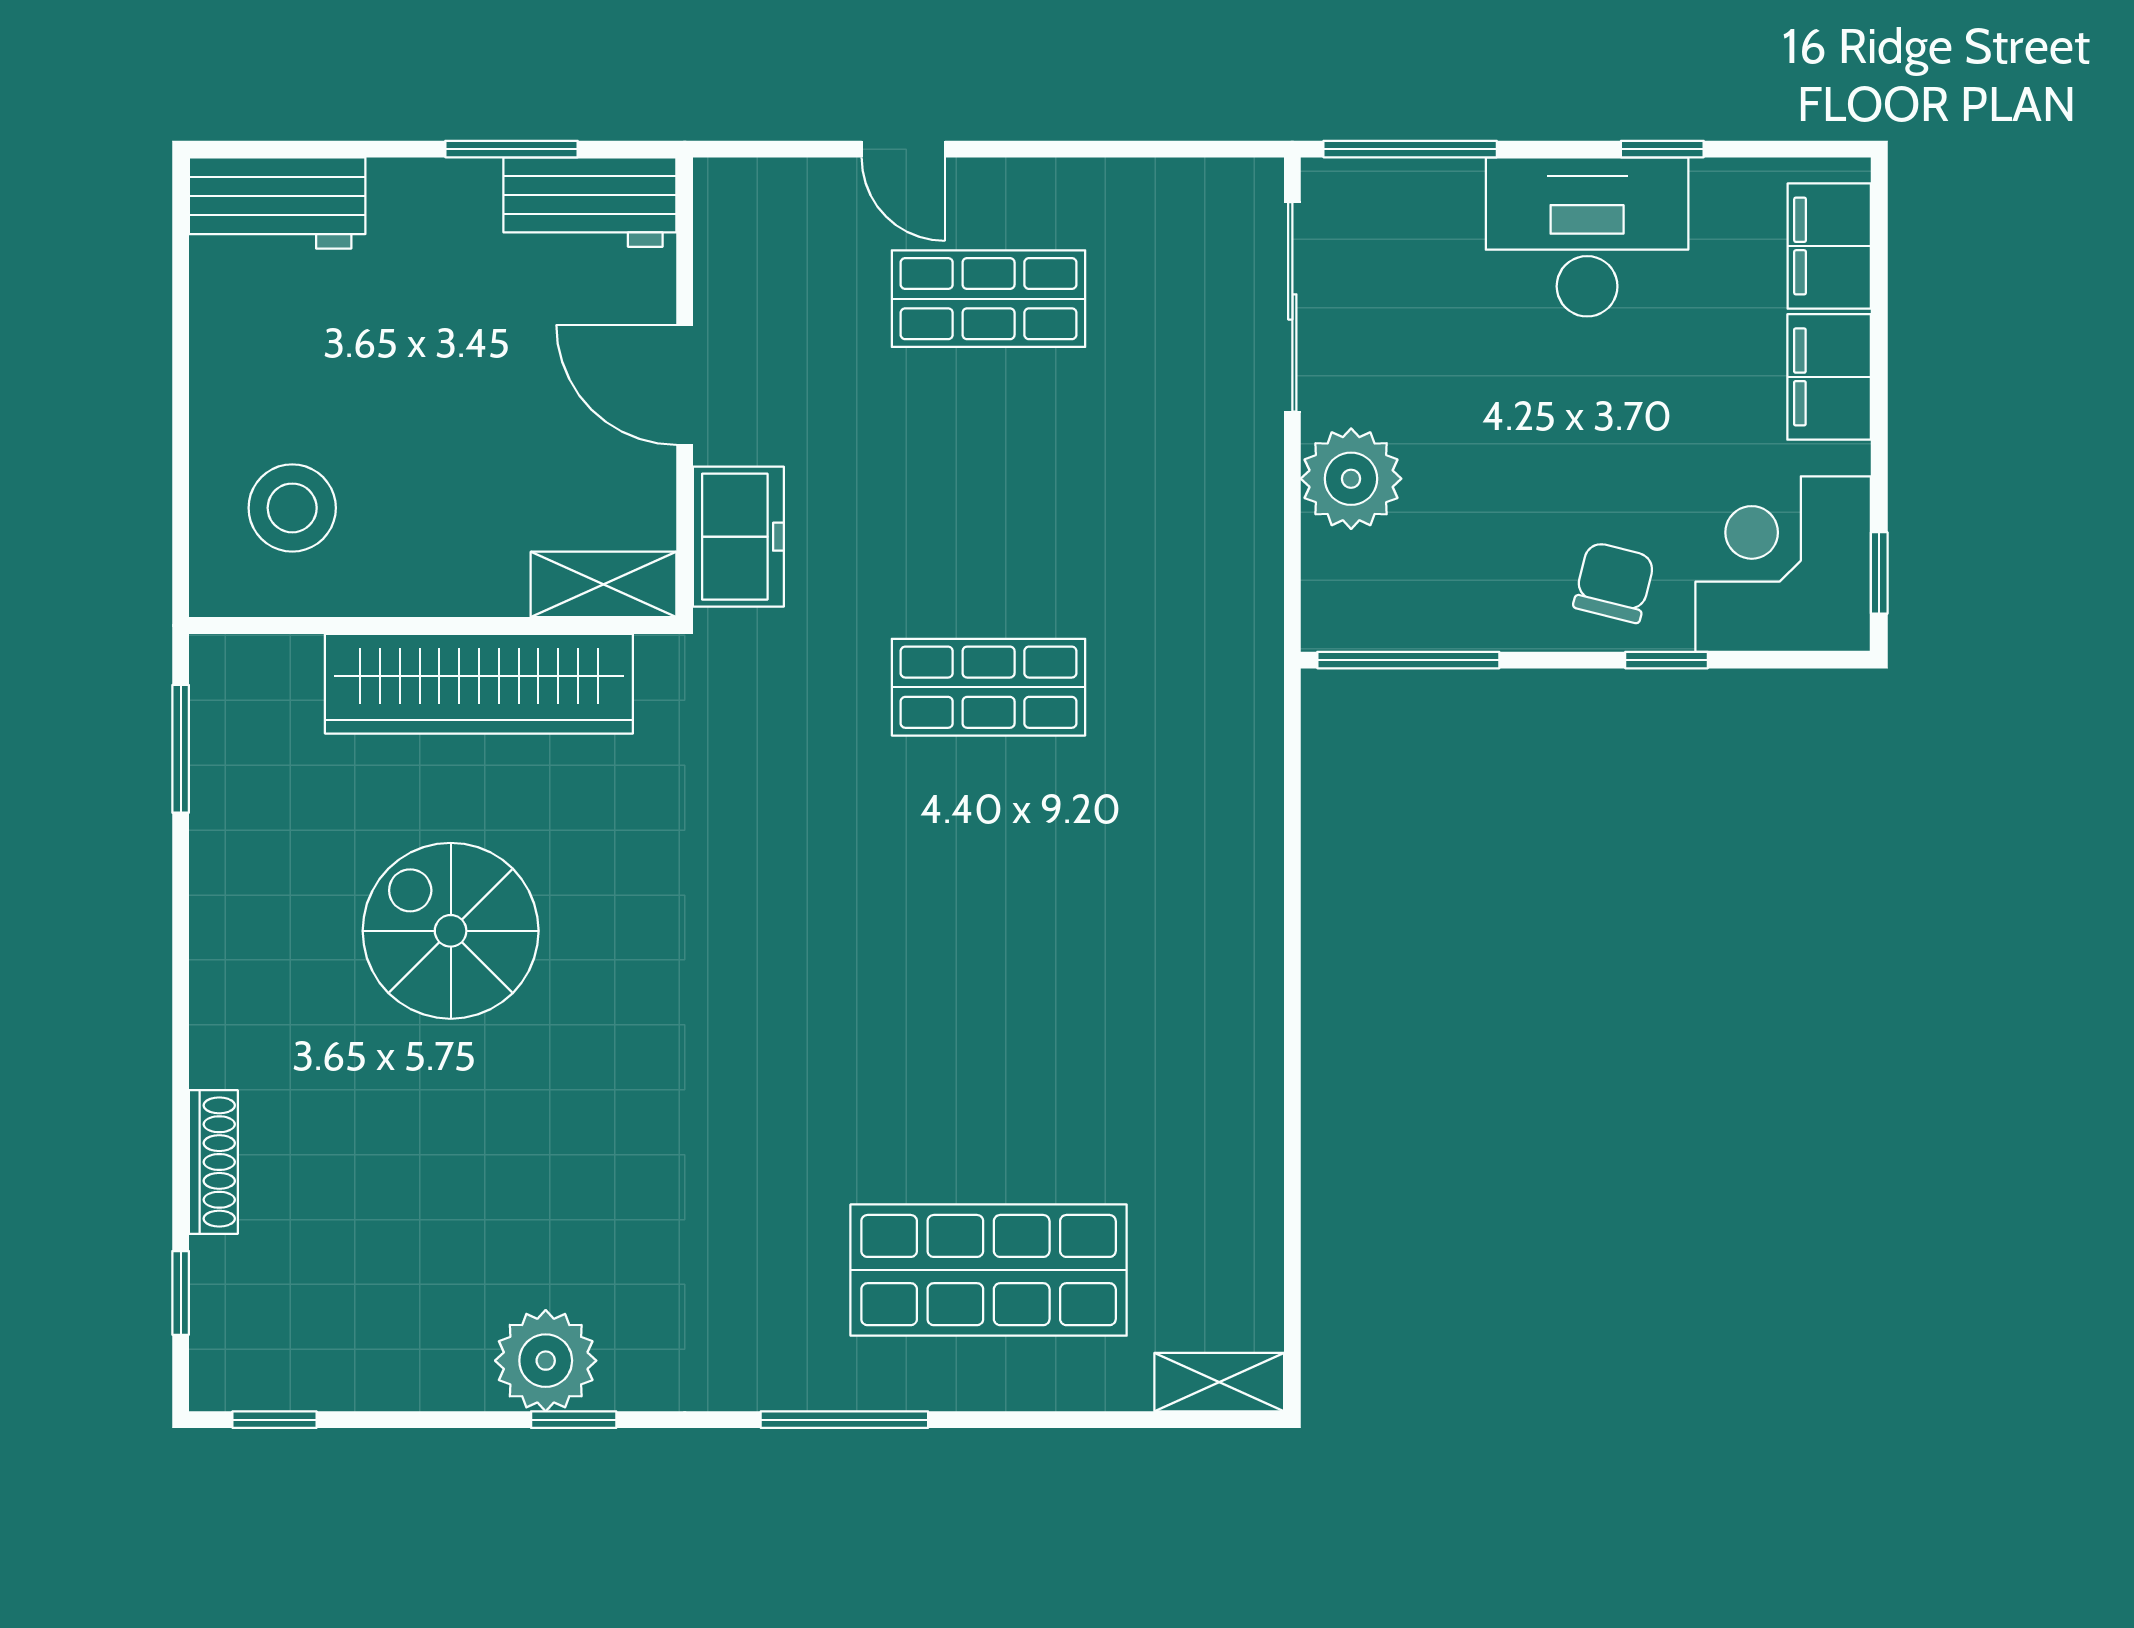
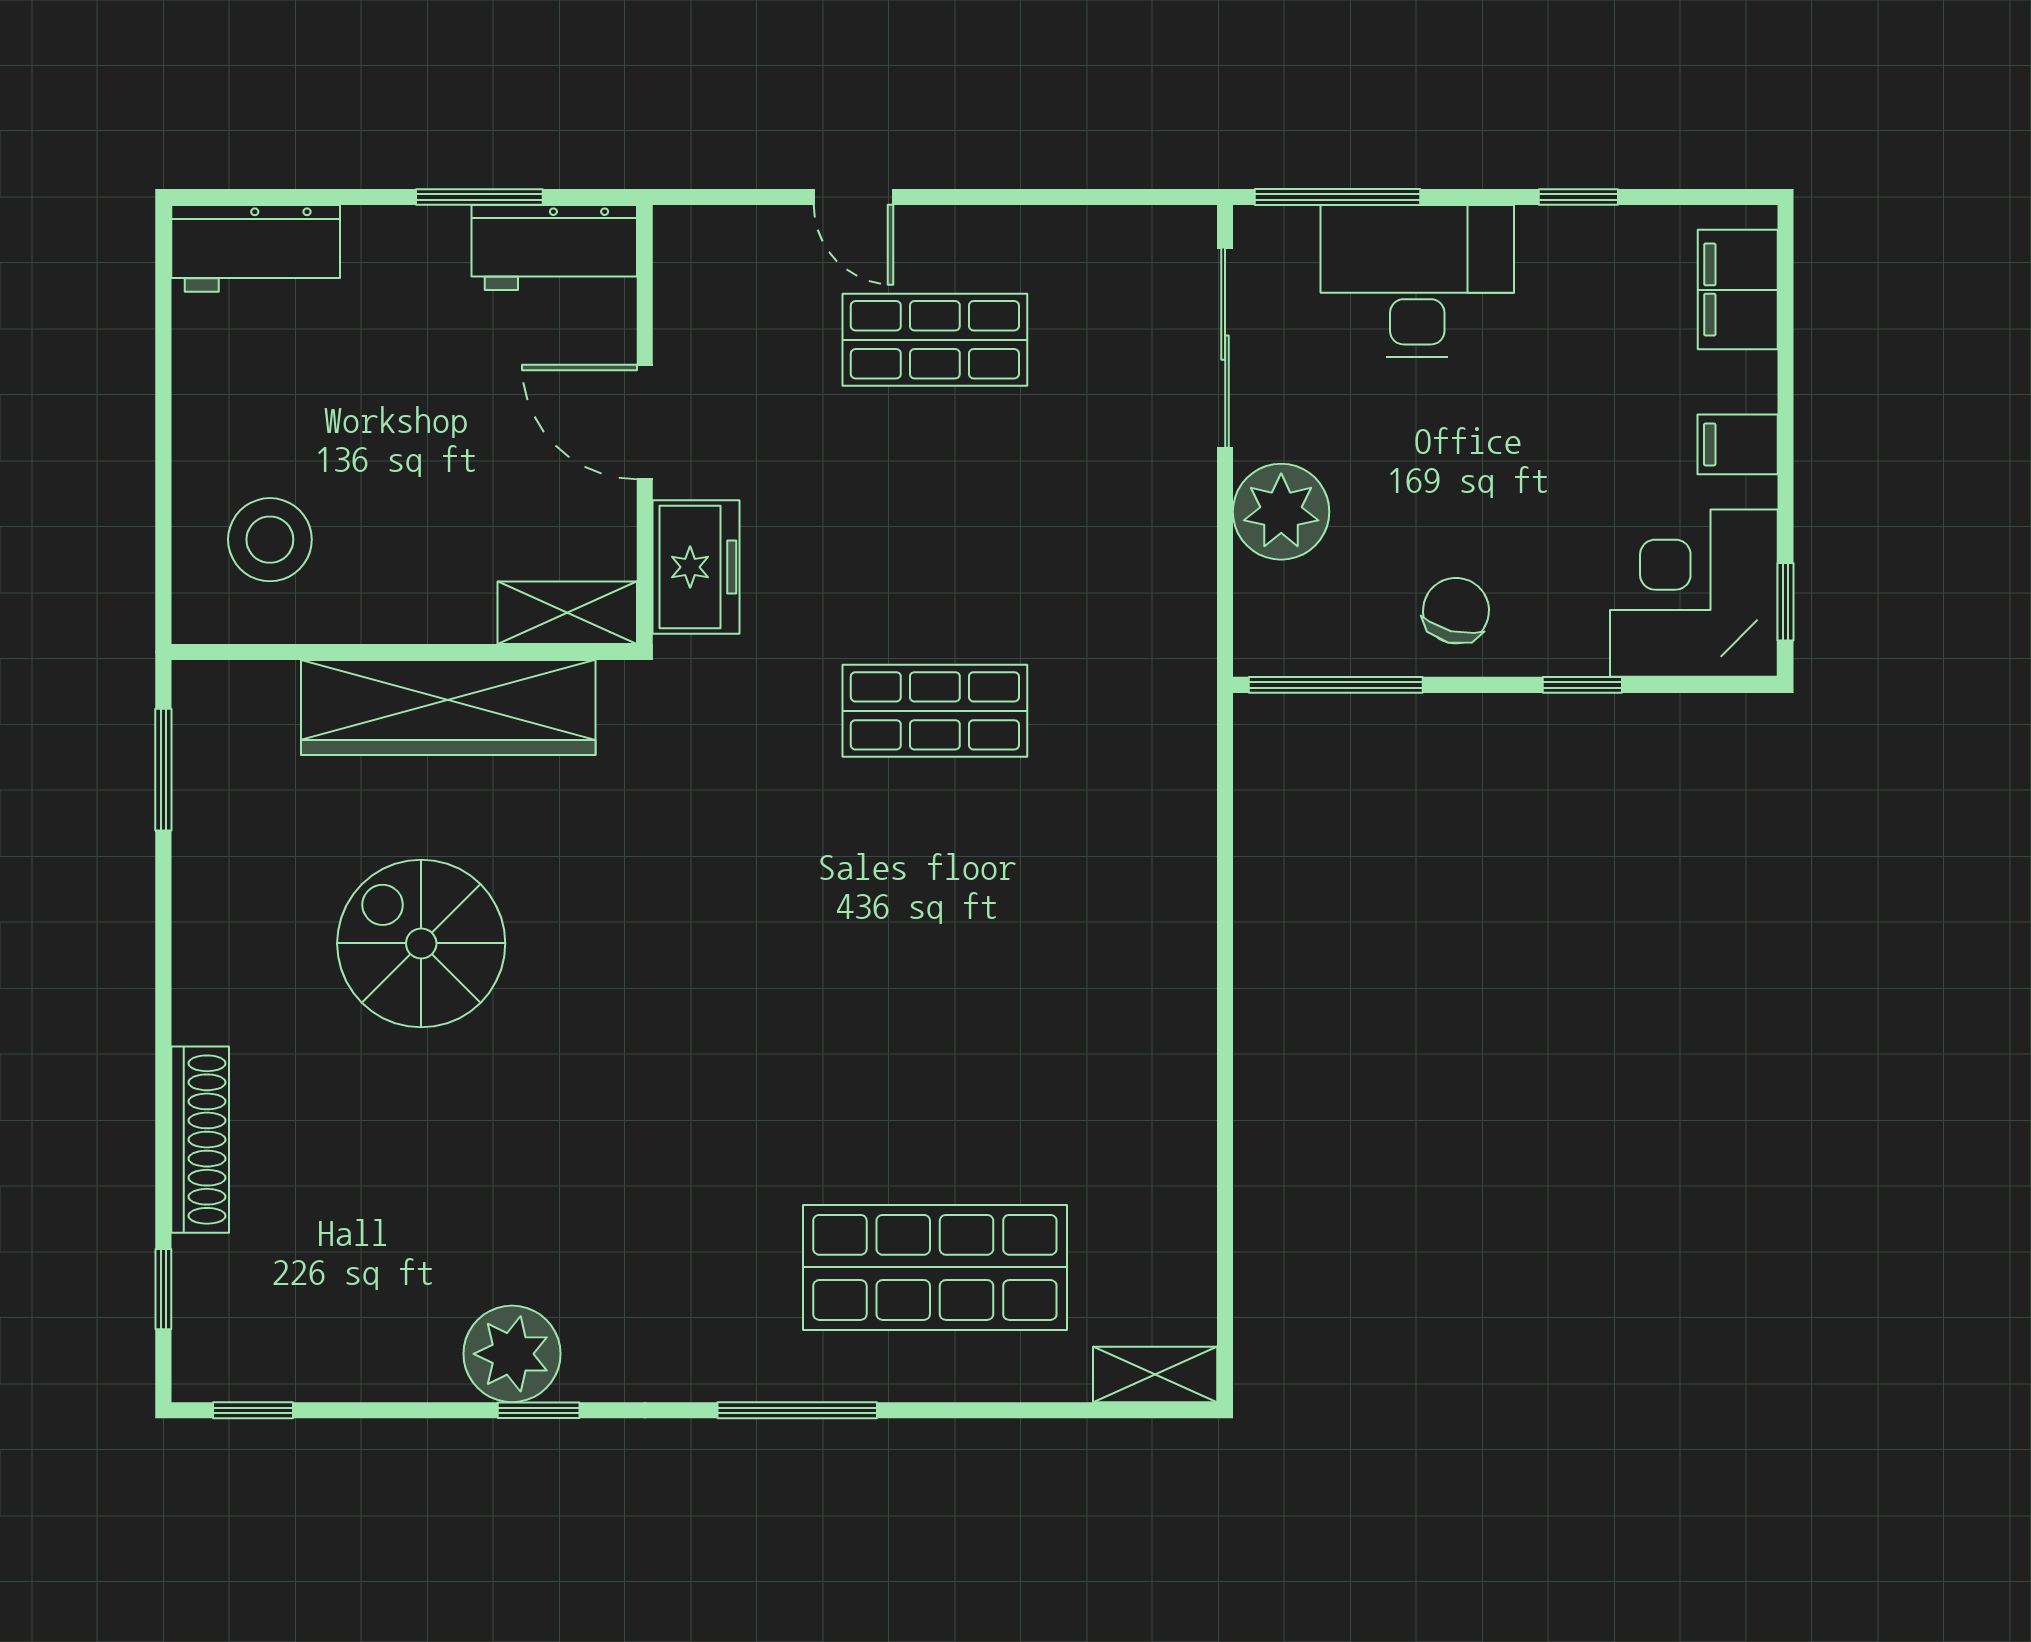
desk: (1587, 237) -> (1417, 281), moved
filing cabinet: (1829, 377) -> (1738, 444), width x0.50
chair: (1614, 582) -> (1456, 611), moved
shoe rack: (213, 1162) -> (200, 1140), width x1.36, depth x1.24

